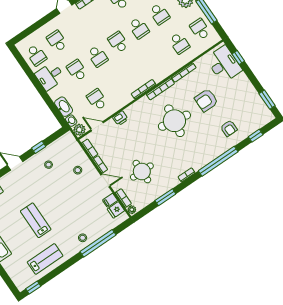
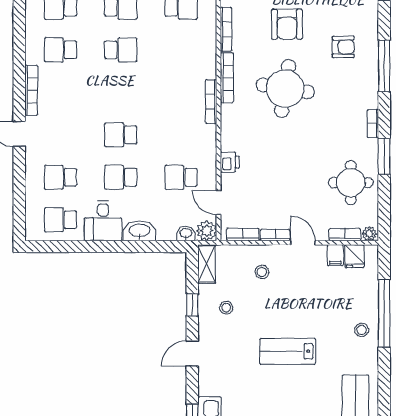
school desk: (118, 42) -> (121, 92), removed
school desk: (36, 55) -> (60, 220), turned 180
school desk: (98, 56) -> (121, 135), turned 180
washbasin: (64, 107) -> (139, 231), moved
door: (97, 126) -> (219, 203), hinge flipped
armchair: (229, 128) -> (343, 47), moved
shelving: (63, 141) -> (207, 264), added
window: (218, 161) -> (384, 66), width x0.68
round table: (142, 172) -> (351, 183), moved
door: (105, 180) -> (303, 243), hinge flipped
window: (165, 197) -> (384, 156), moved
lab bench: (36, 220) -> (288, 351), moved

